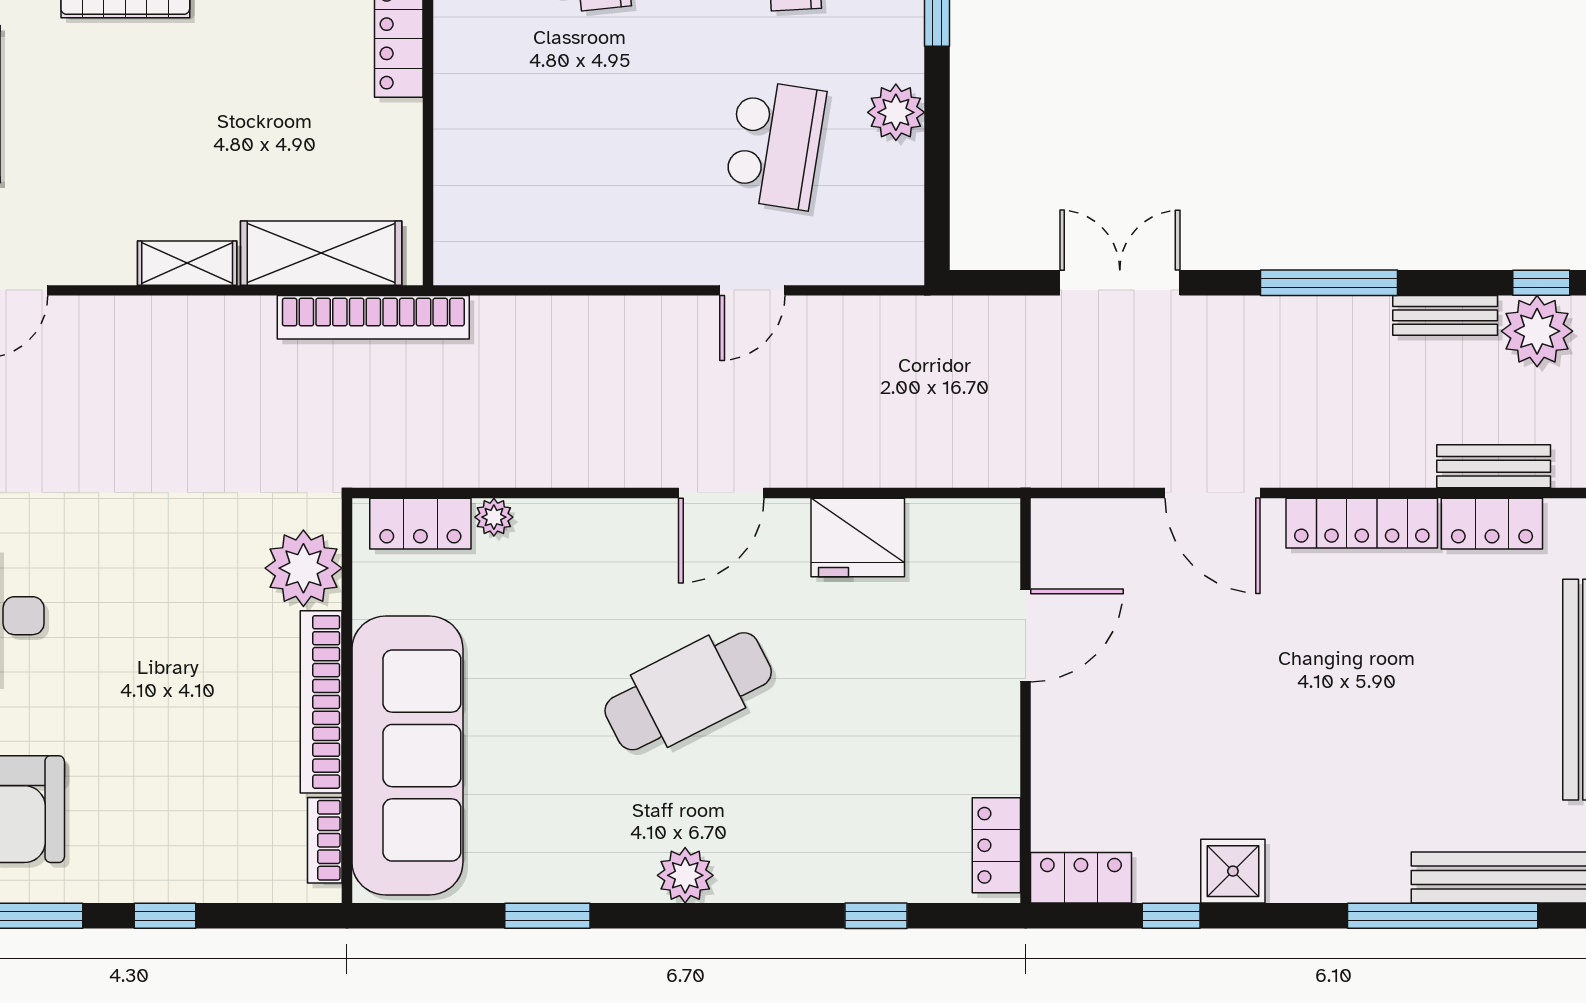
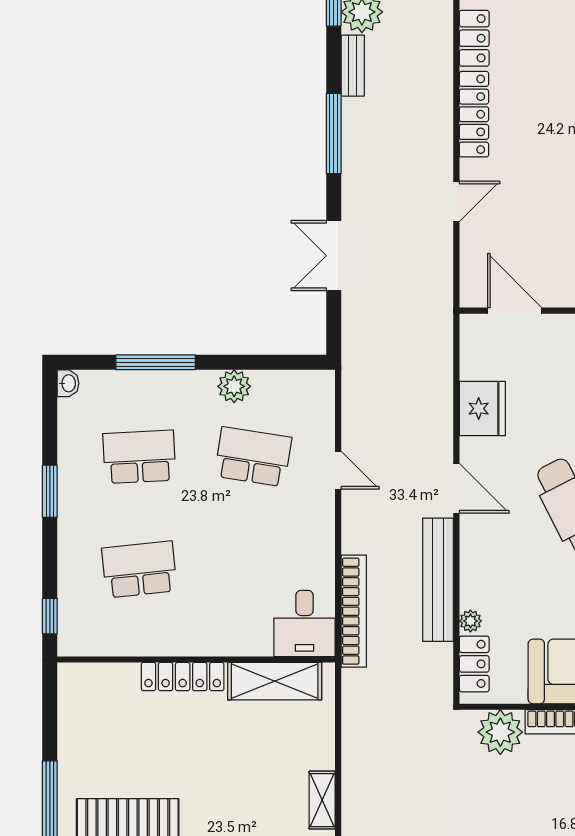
desk: (490, 233) -> (304, 623), added
shelving: (321, 253) -> (275, 681), moved, turned 90
bookcase: (373, 317) -> (354, 611), moved
bench: (1494, 466) -> (438, 580), moved, width x1.86, depth x1.21
door: (1213, 493) -> (456, 201), width x0.73
door: (1026, 635) -> (515, 311), moved

